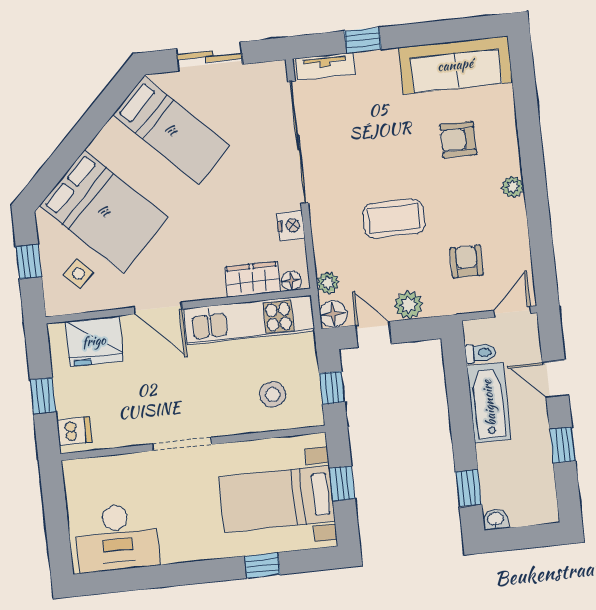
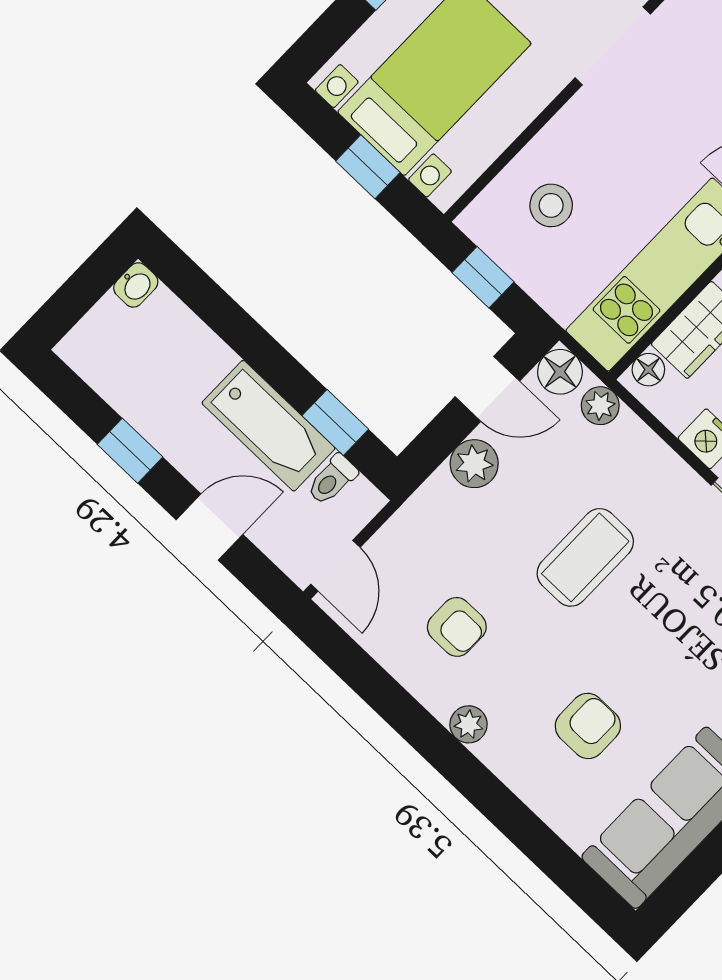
armchair: (466, 261) -> (457, 627), moved
window: (469, 488) -> (335, 422), moved

